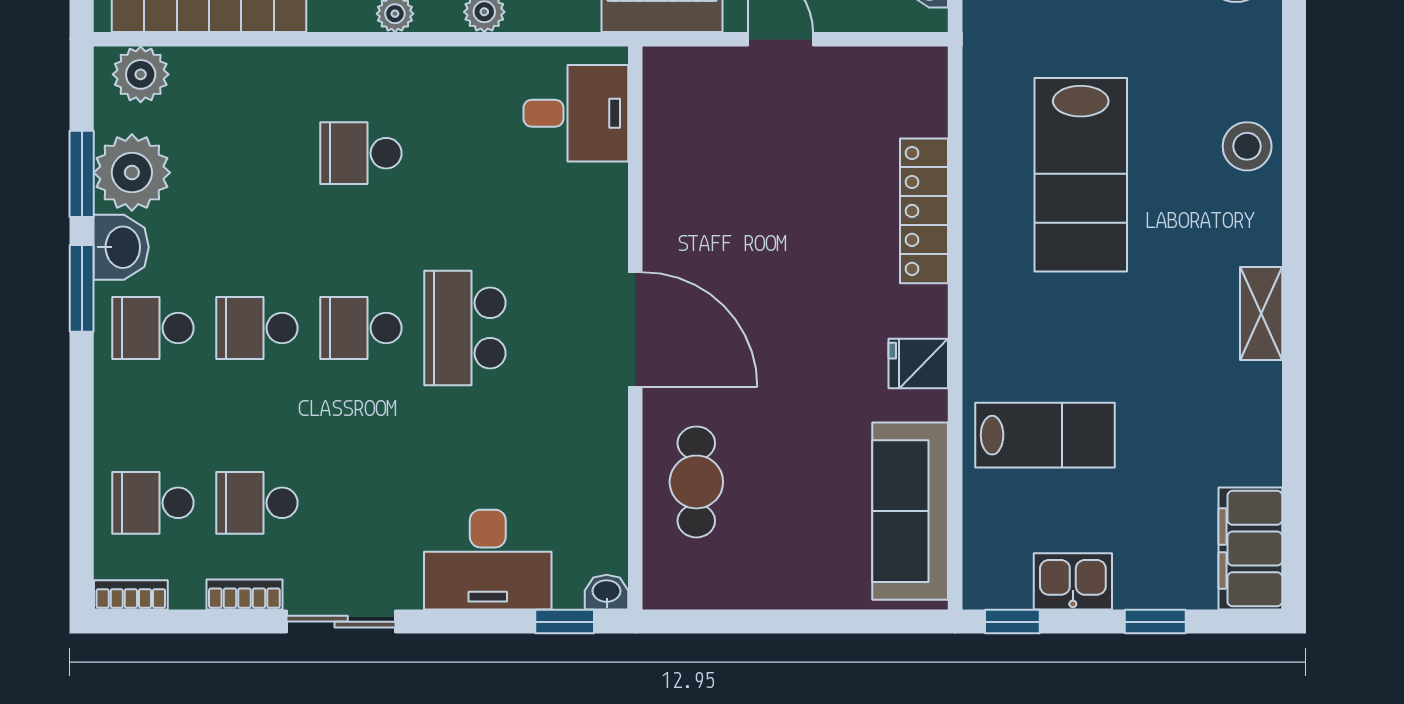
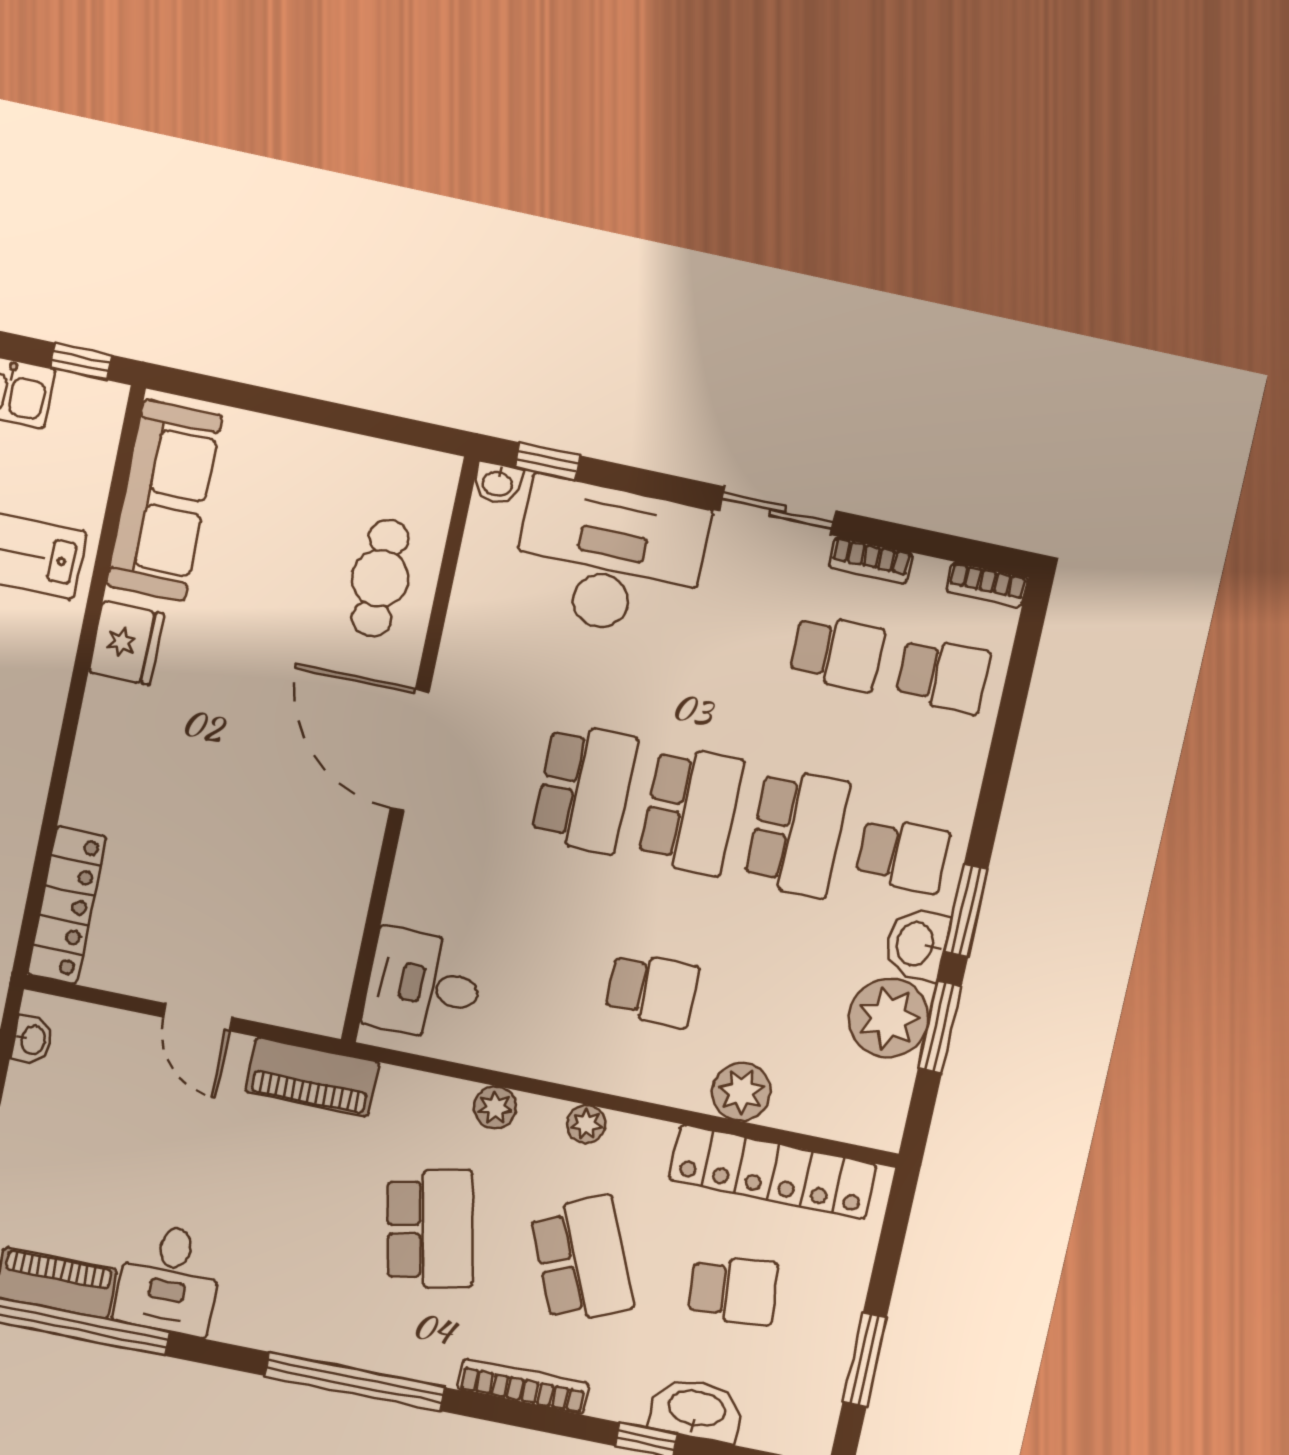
plant: (141, 74) -> (741, 1092), moved
locker: (924, 211) -> (67, 905), moved
school desk: (257, 328) -> (797, 833), width x1.85
school desk: (361, 328) -> (691, 810), width x1.85
fridge: (918, 364) -> (126, 643), width x1.38
desk: (488, 560) -> (609, 559), width x1.36, depth x1.30

